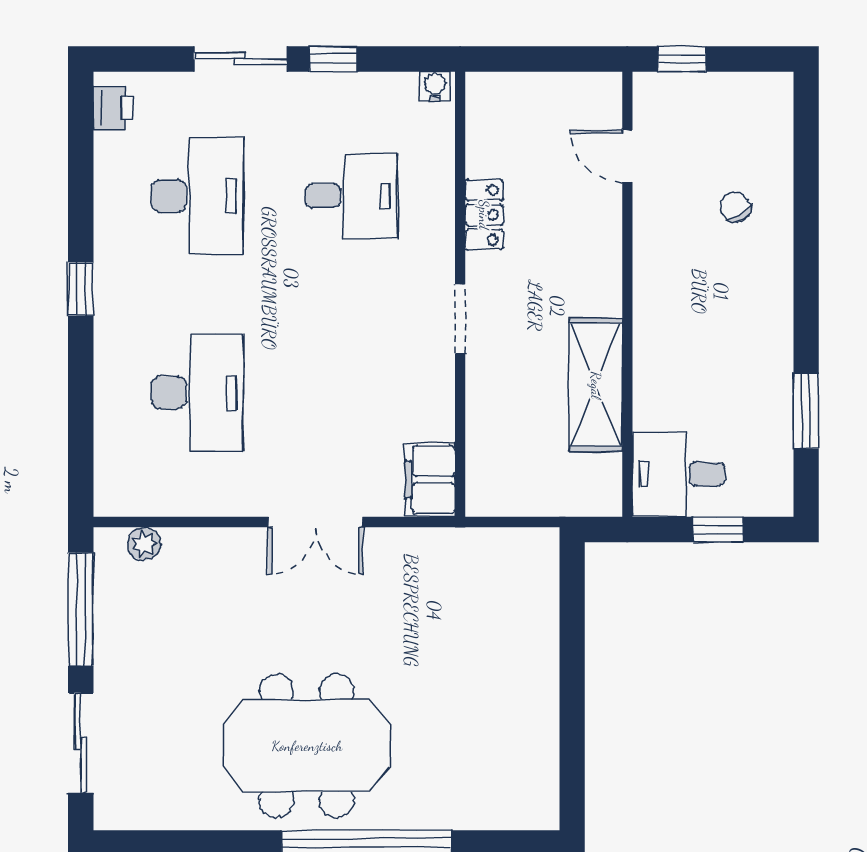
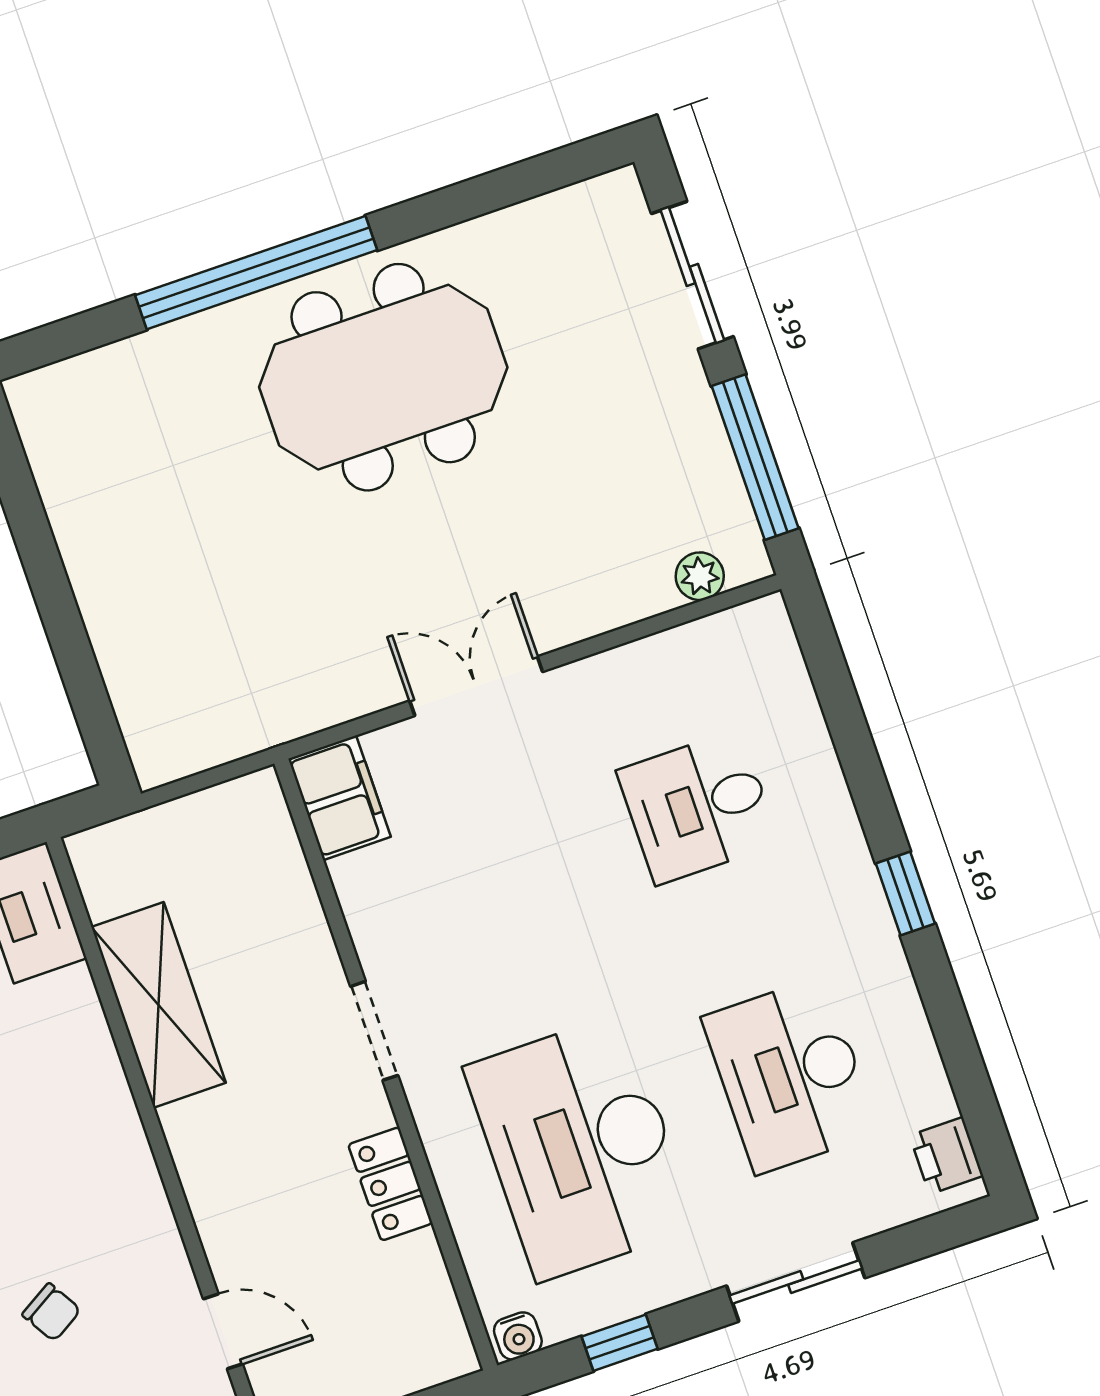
window: (333, 59) -> (620, 1343), moved
desk: (351, 196) -> (580, 1147), width x1.87, depth x1.30
desk: (197, 393) -> (698, 807), width x0.73

